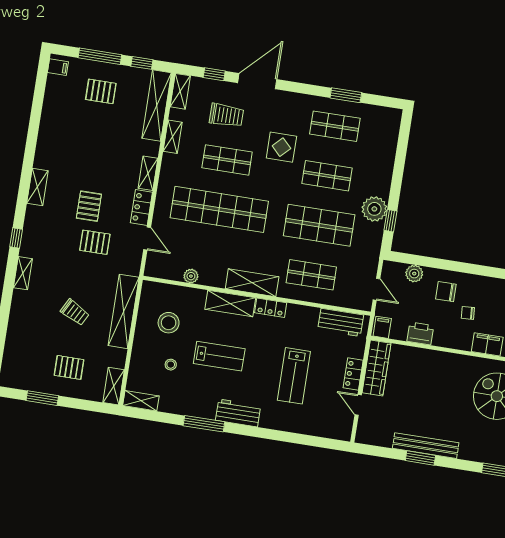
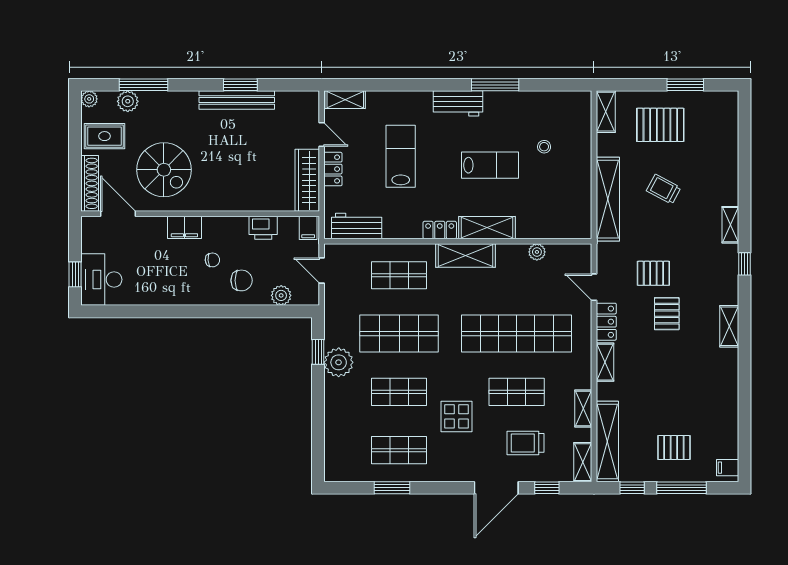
stool: (169, 323) -> (554, 194), removed
lab bench: (219, 356) -> (490, 165), turned 180
pallet: (69, 367) -> (660, 125), width x1.50, depth x1.42
shelving: (141, 401) -> (345, 100), moved

